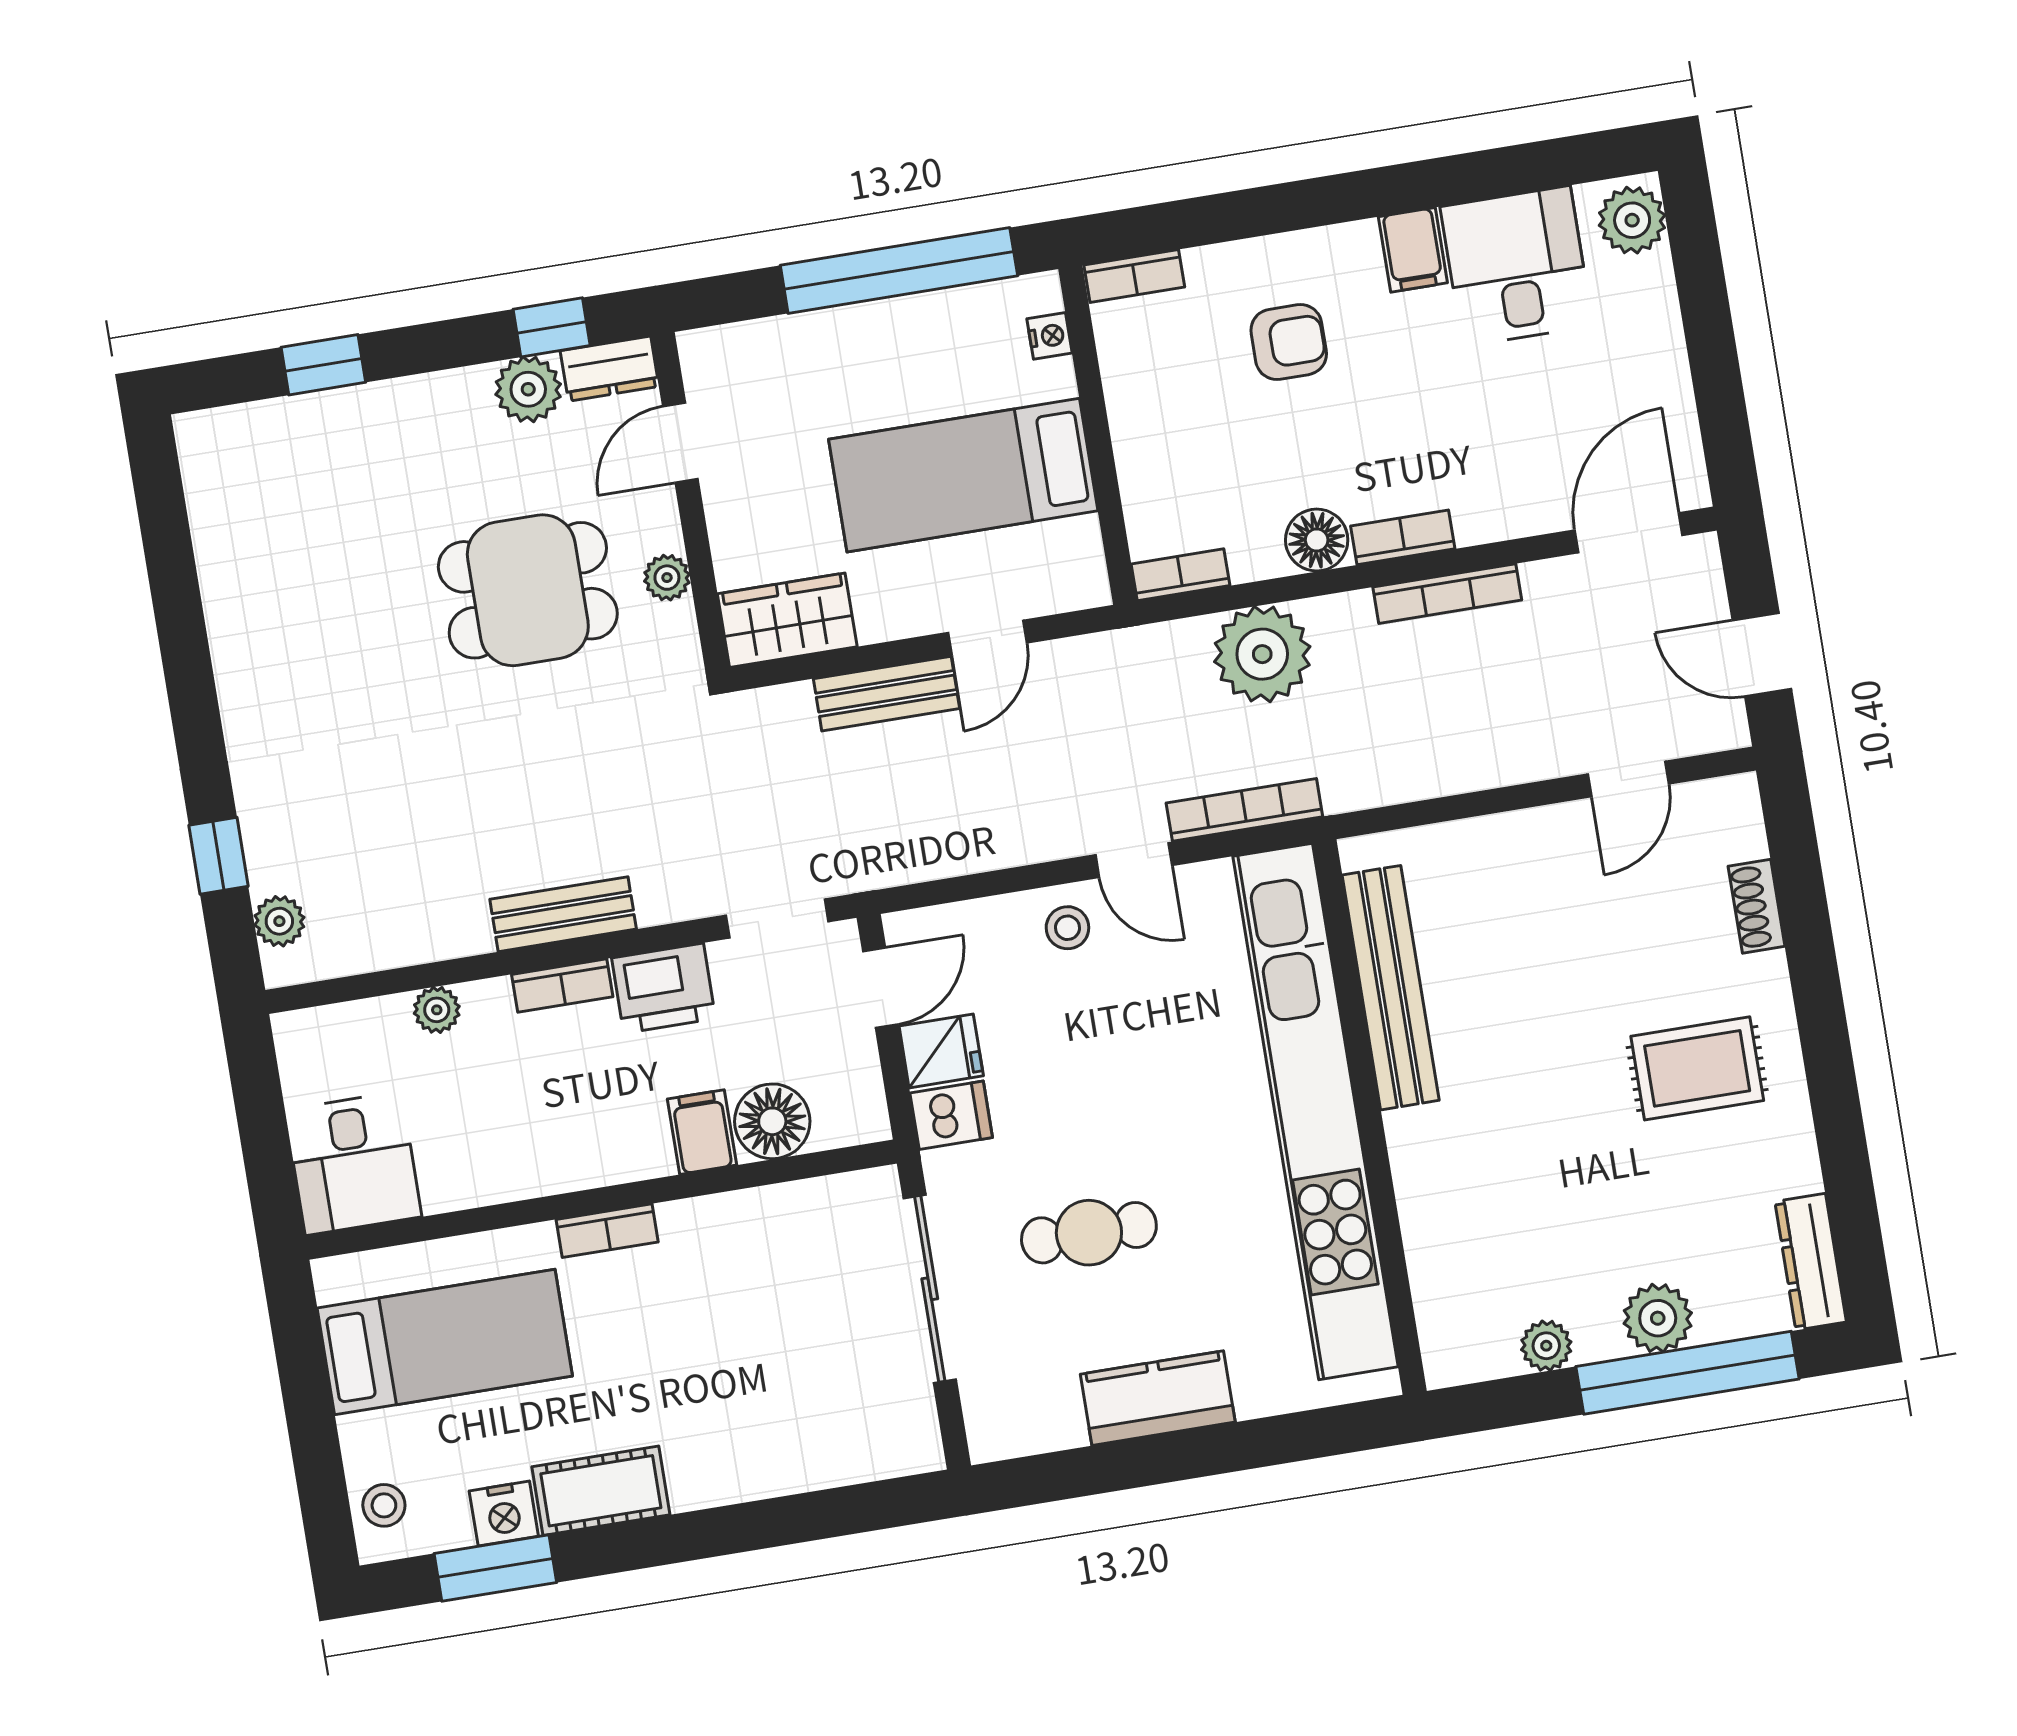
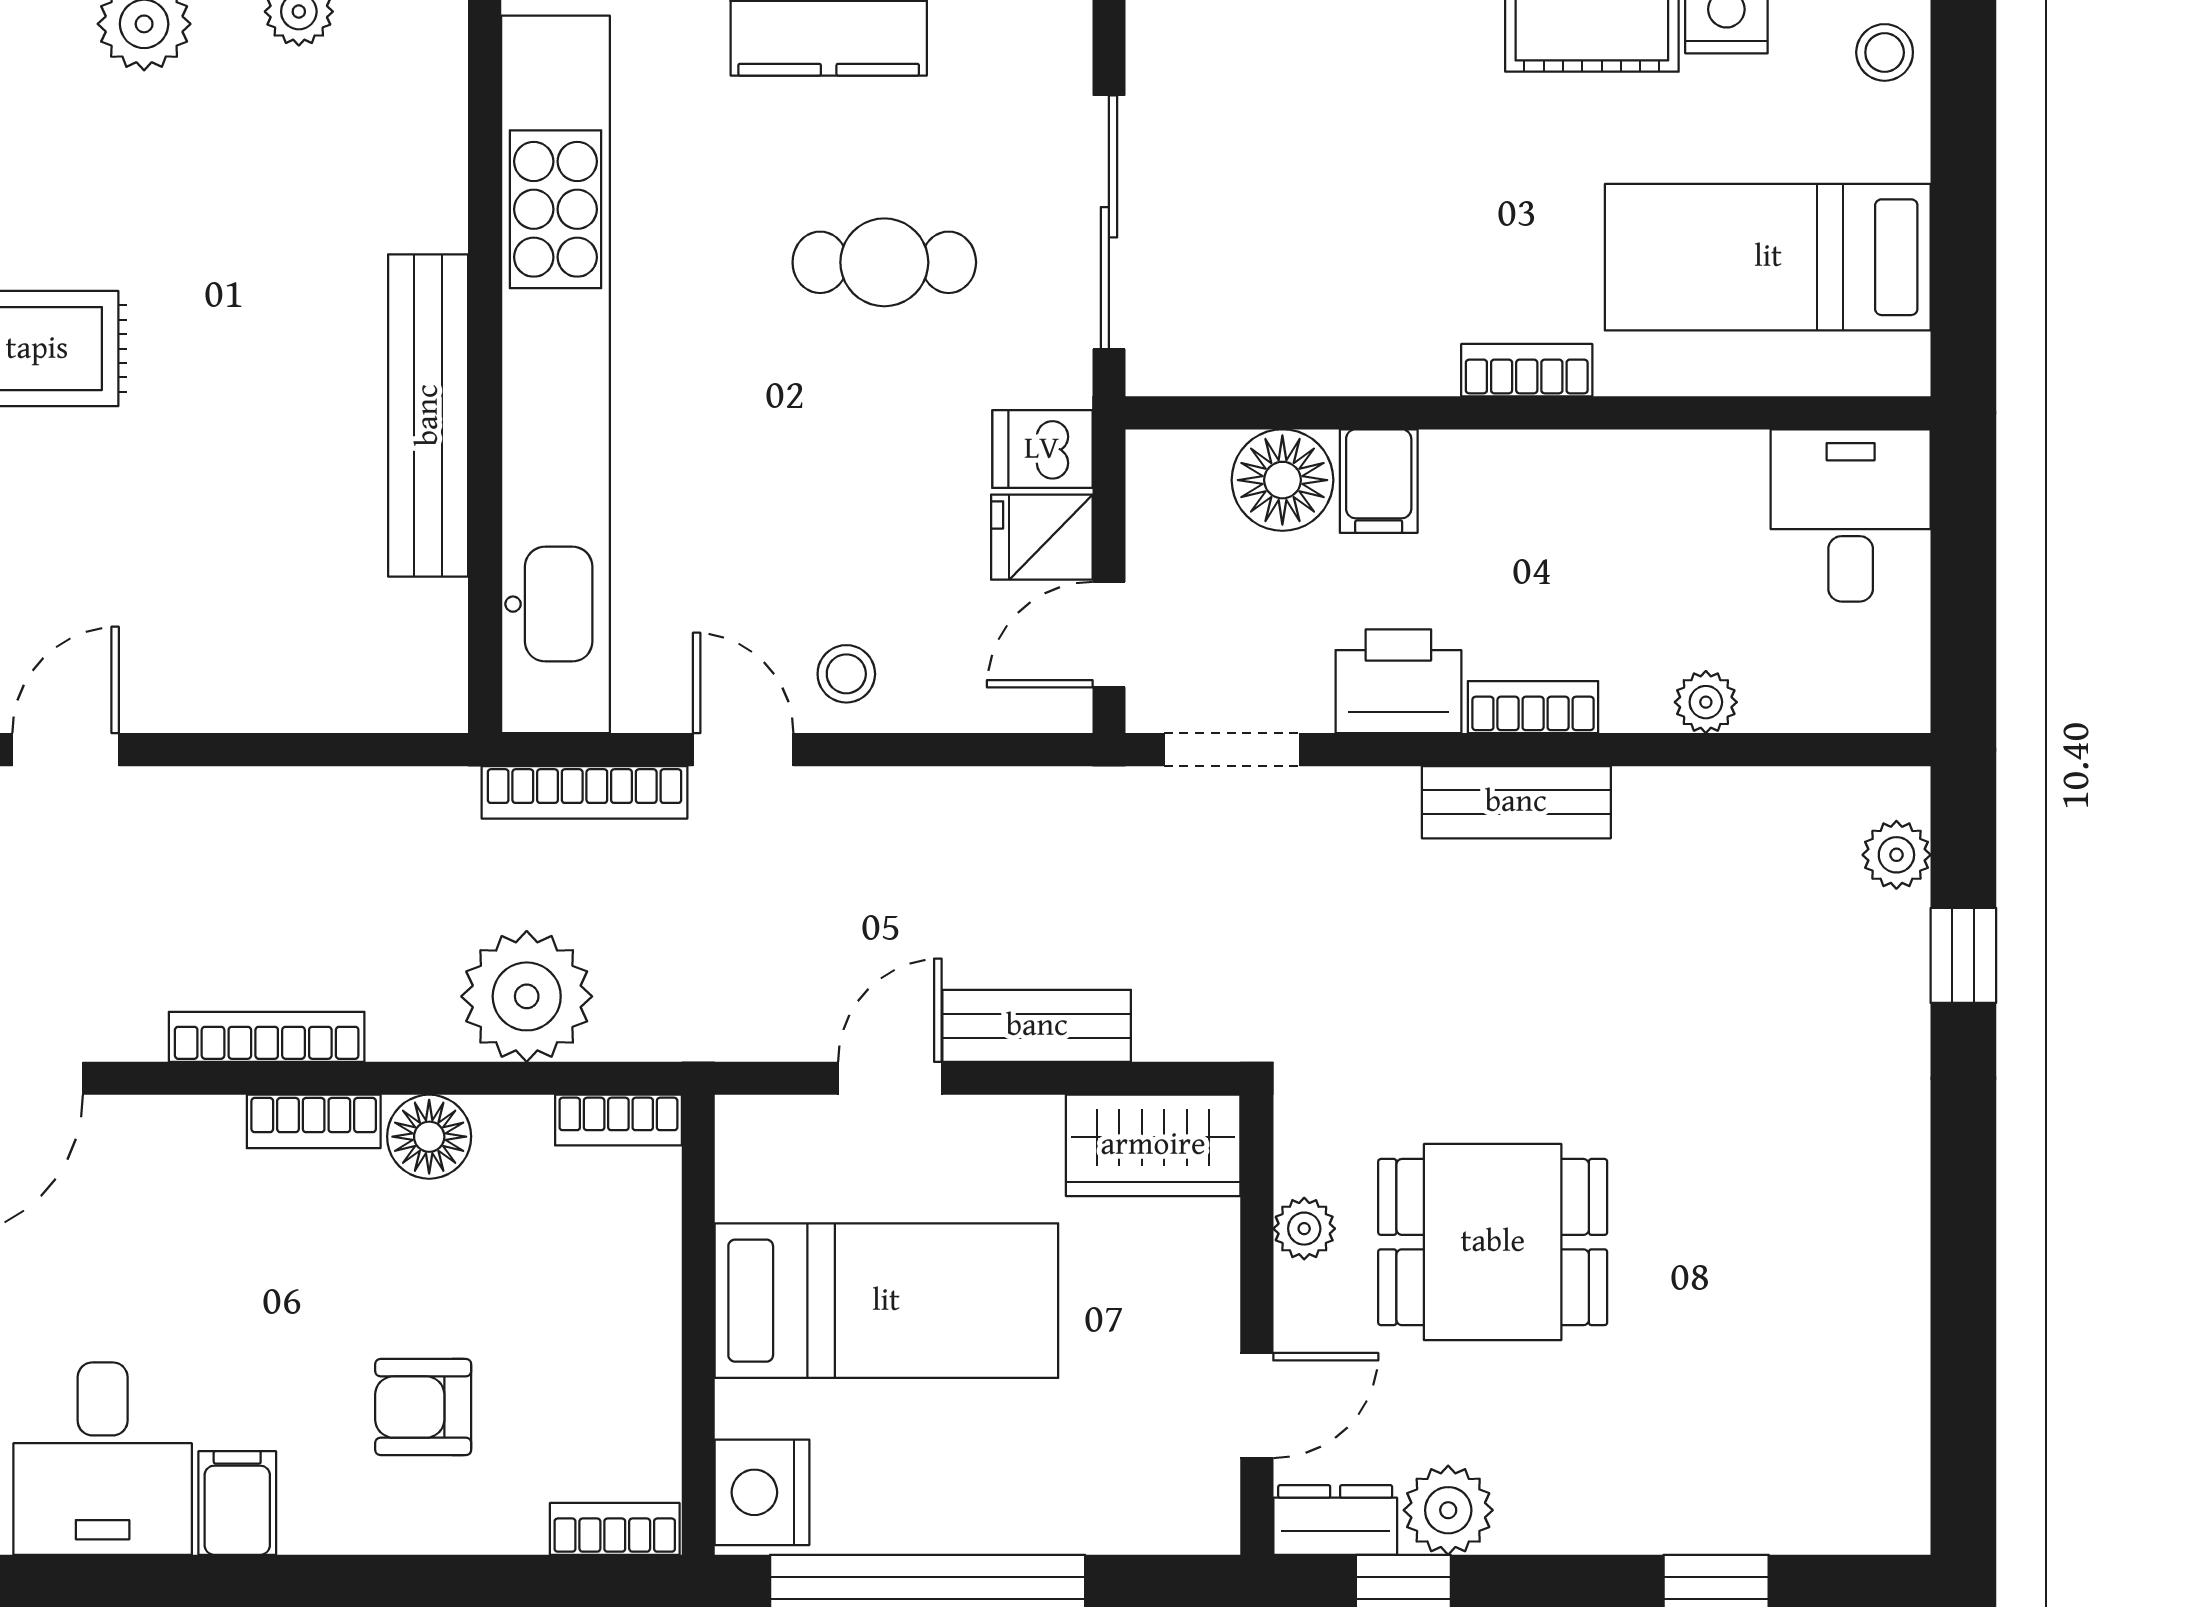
nightstand: (1049, 336) -> (762, 1492), width x1.89, depth x1.79
bench: (1391, 988) -> (428, 415), moved

